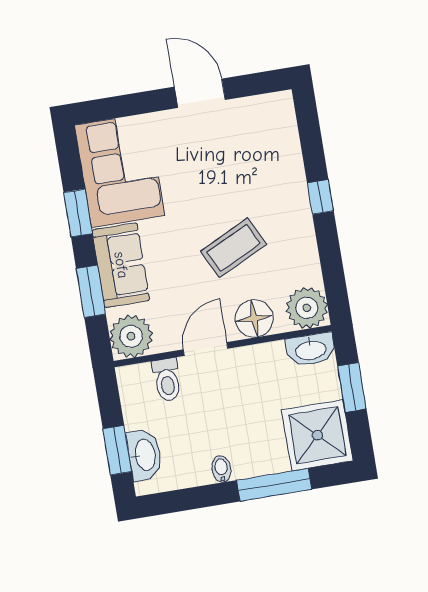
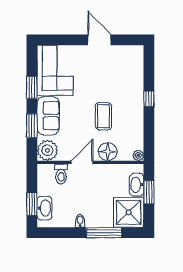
coffee table: (234, 248) -> (103, 116), turned -64
plant: (307, 308) -> (138, 155), width x0.53, depth x0.53
washbasin: (311, 350) -> (137, 185), moved, turned 90

